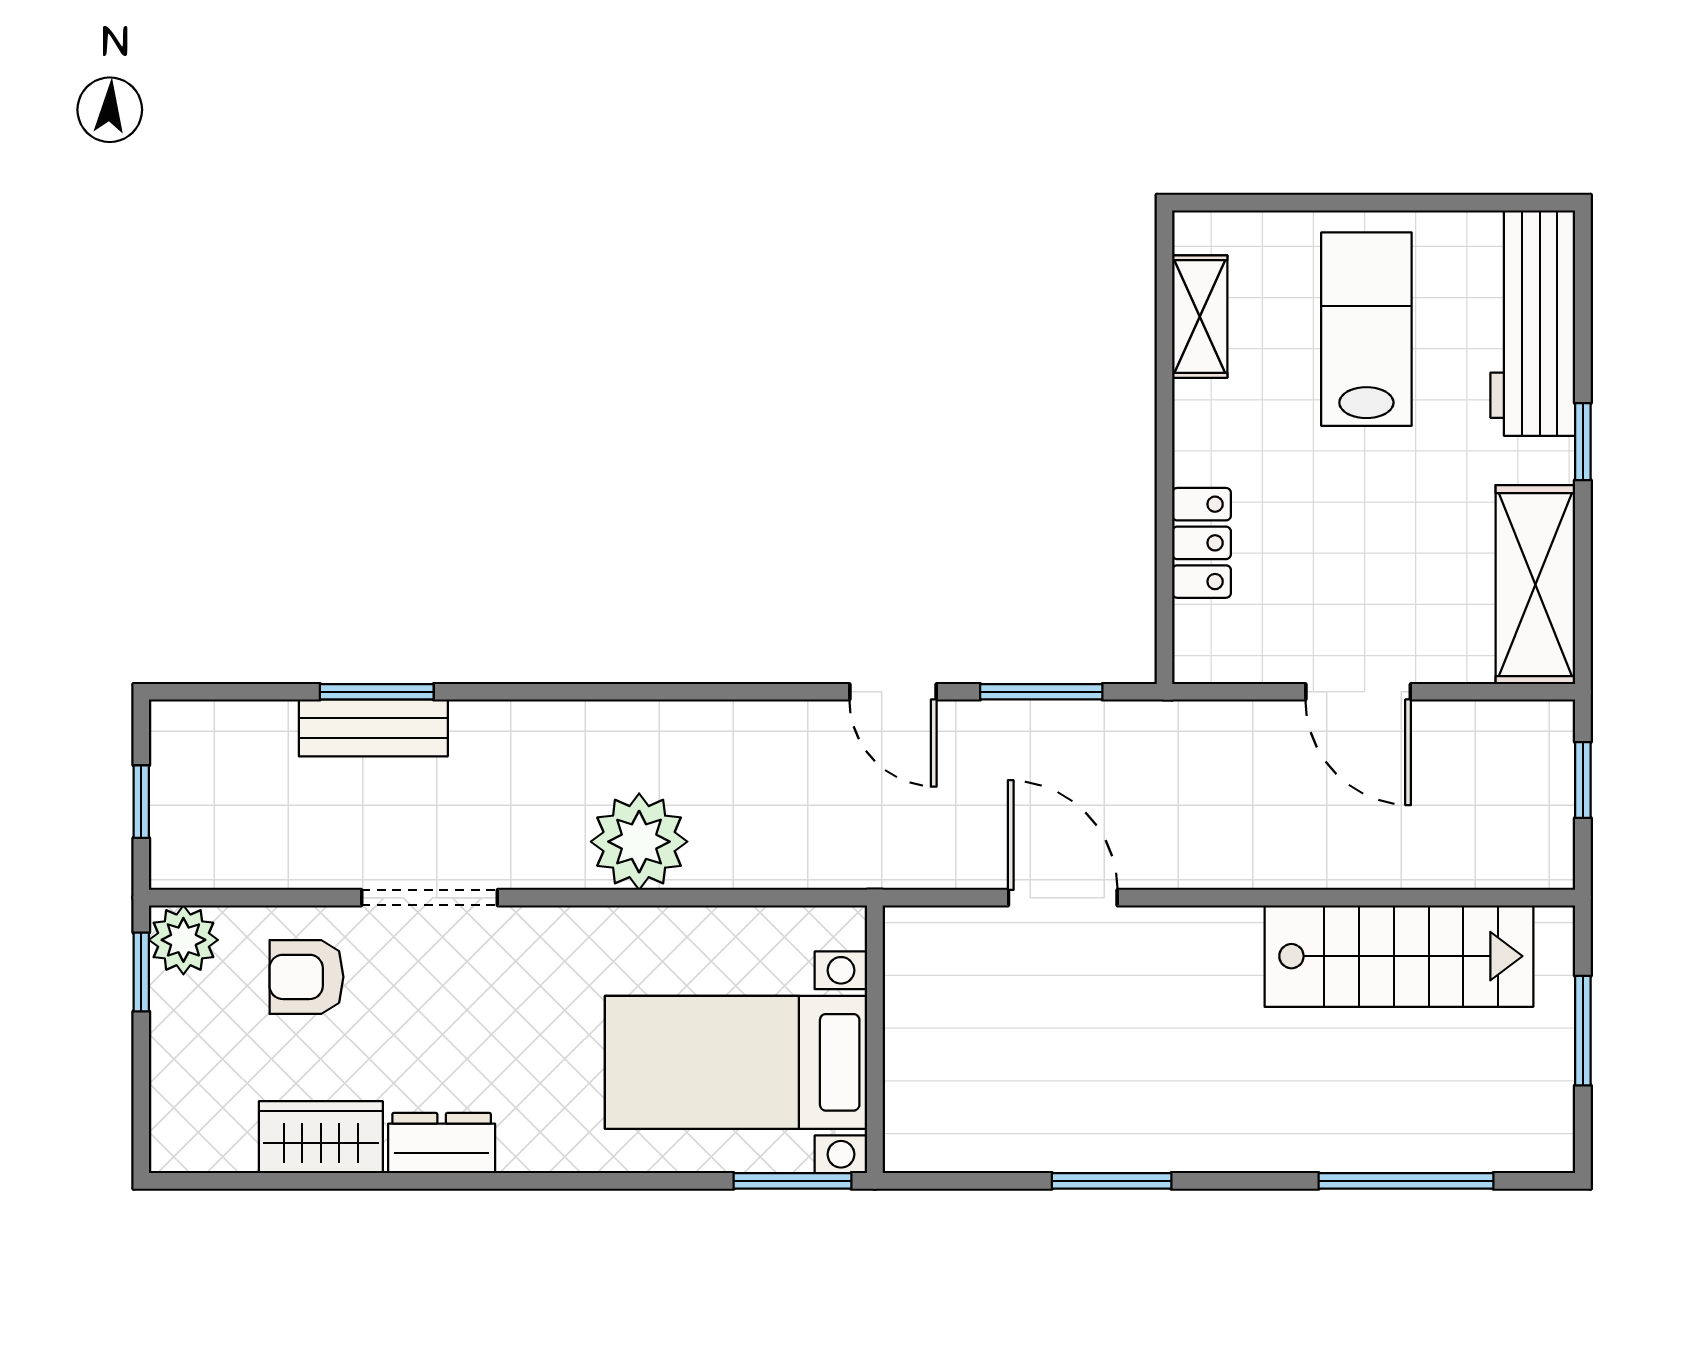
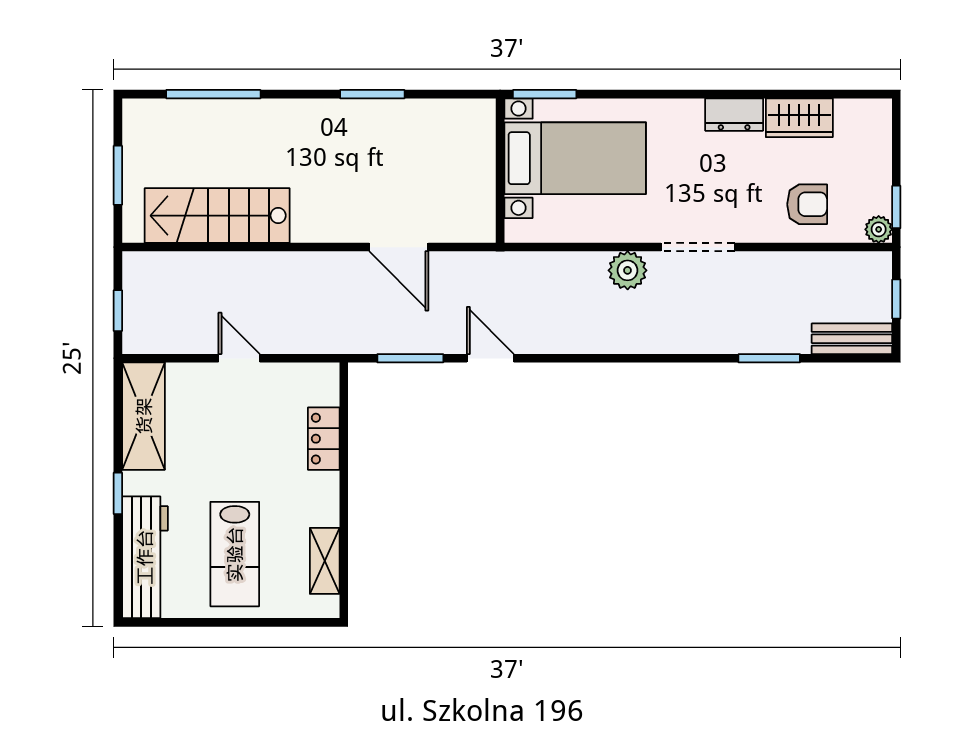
door: (1358, 692) -> (239, 358), width x0.73
bench: (373, 728) -> (852, 339), moved
plant: (639, 842) -> (628, 270), width x0.73, depth x0.73
doorway: (430, 898) -> (698, 247), moved
plant: (183, 940) -> (879, 229), width x0.73, depth x0.73

